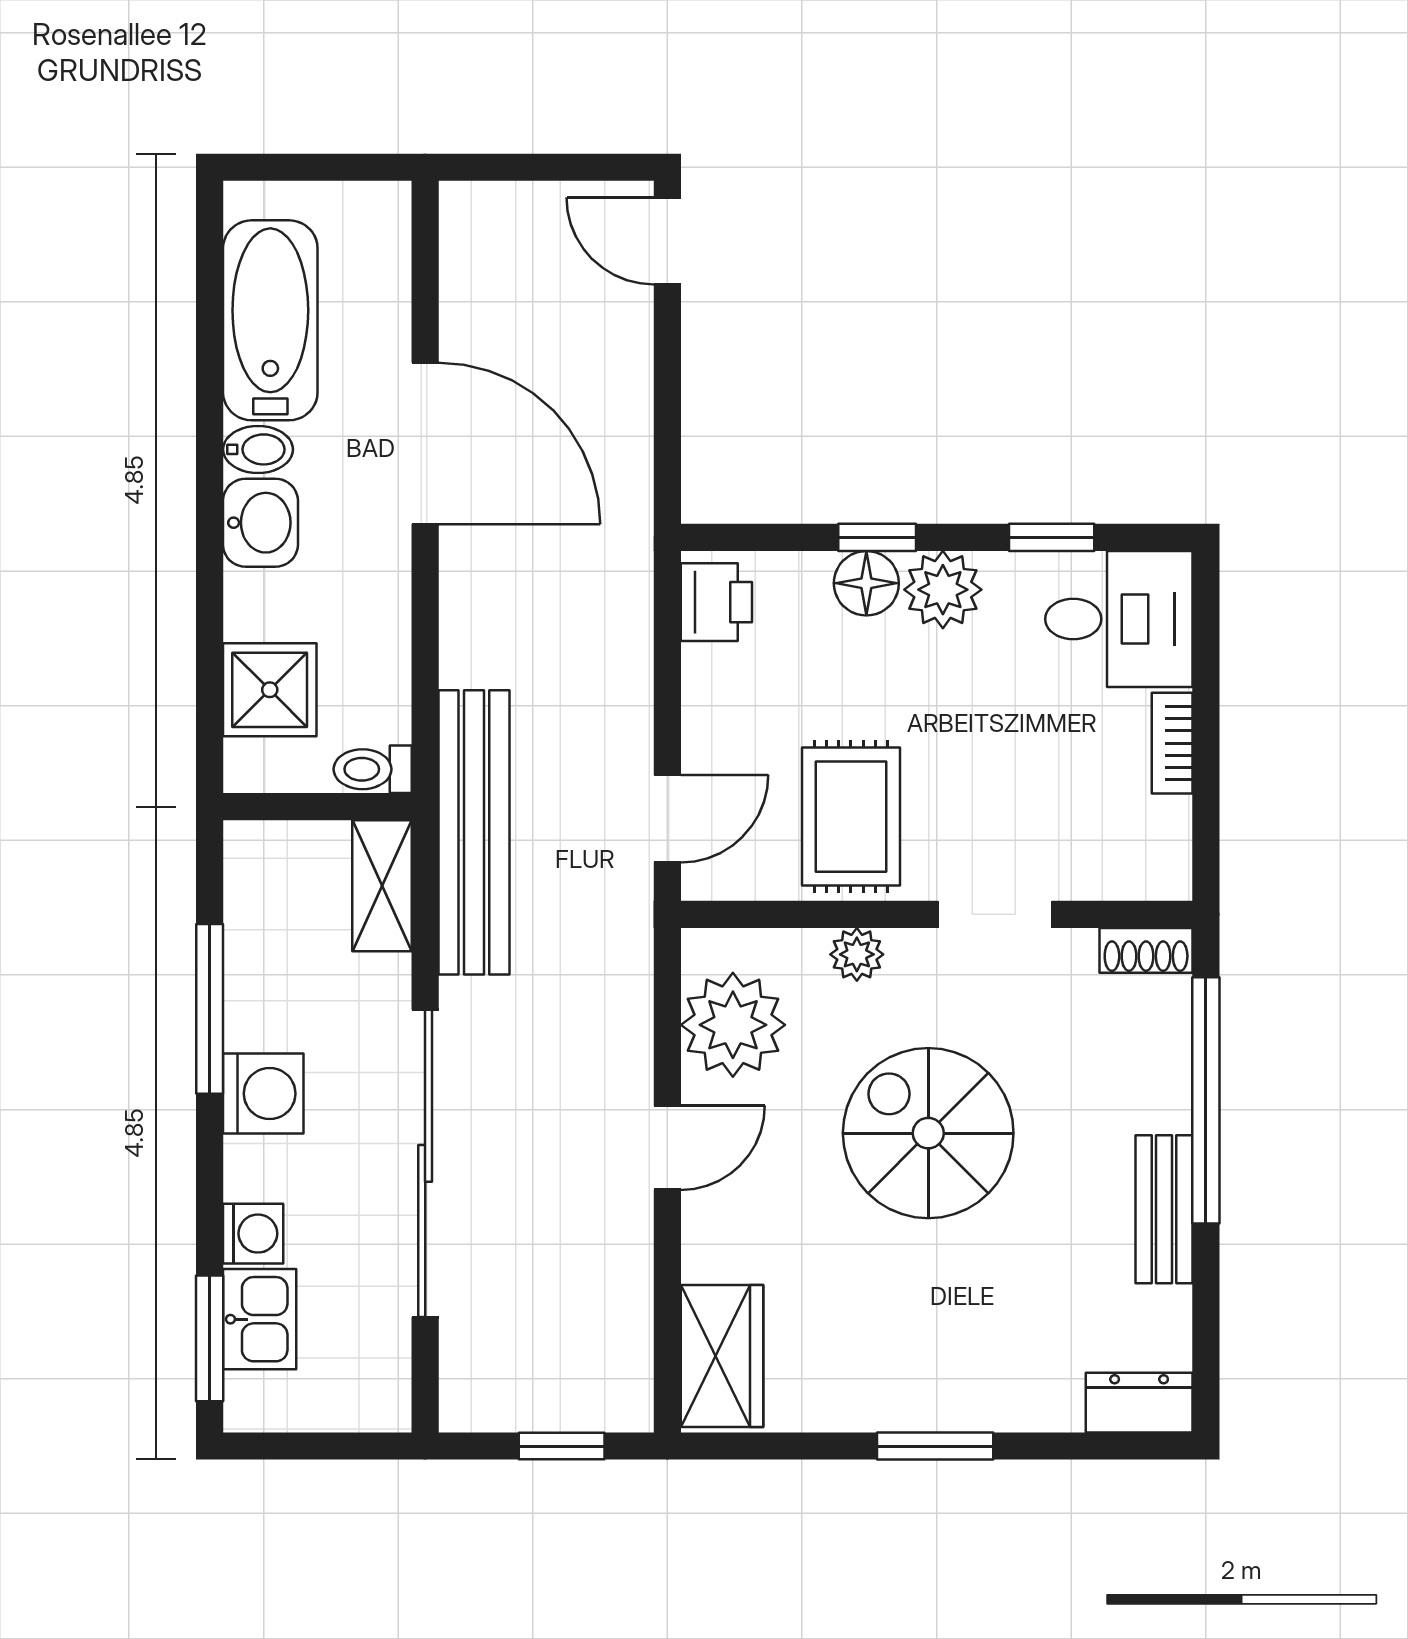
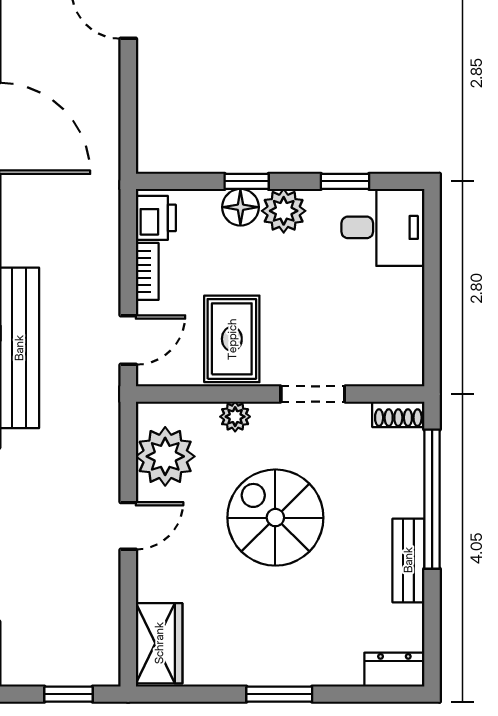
bookcase: (1172, 743) -> (147, 271), moved, turned 180

